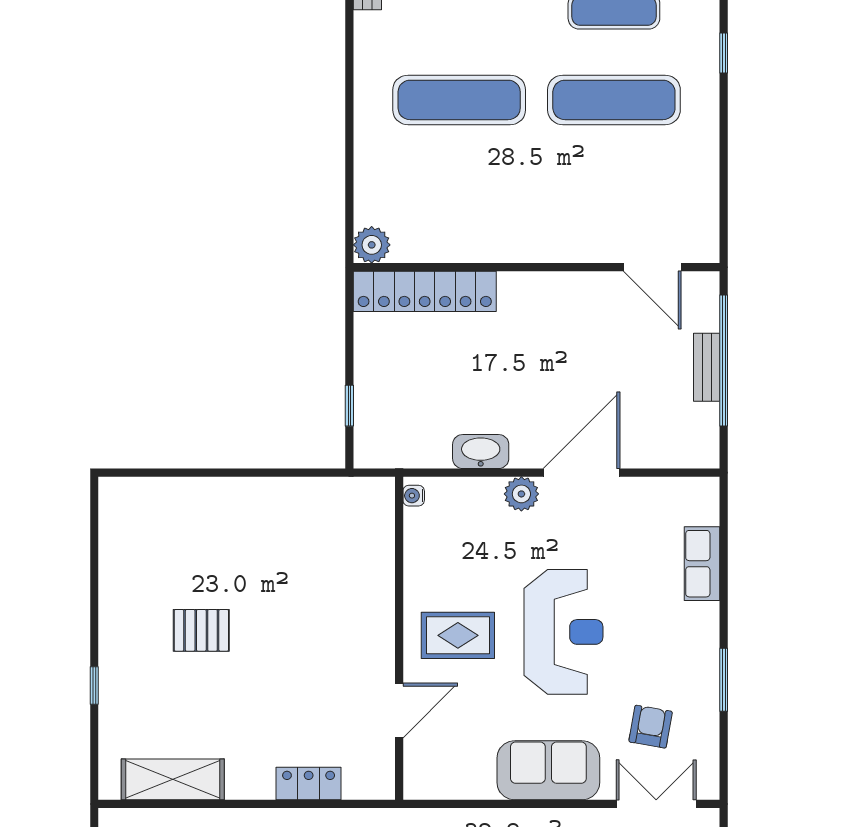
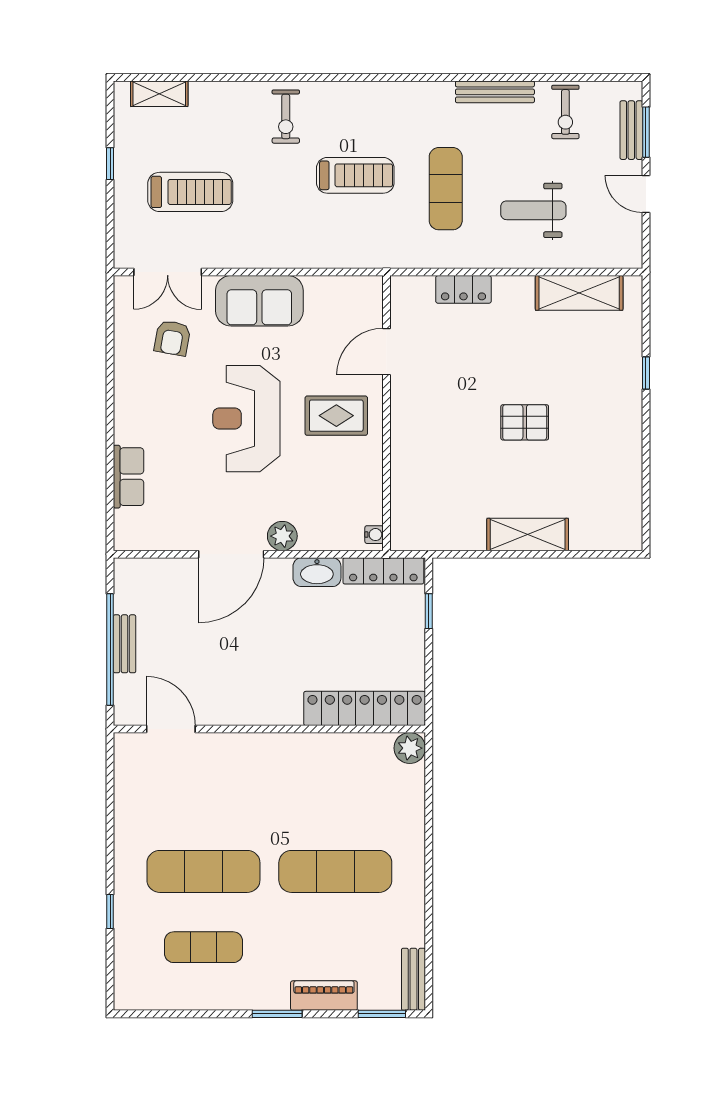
locker: (403, 453) -> (383, 571), added
shelving: (233, 496) -> (528, 534), added
pallet: (201, 630) -> (525, 422), moved
window: (724, 680) -> (110, 378), removed

